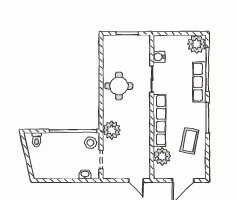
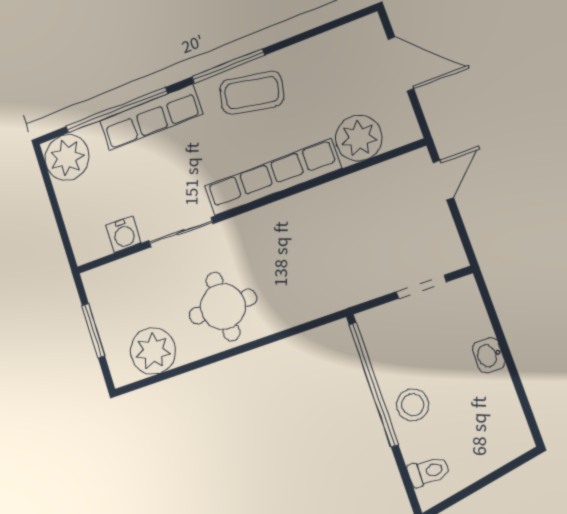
plant: (112, 130) -> (153, 351), moved
coffee table: (189, 141) -> (252, 93), moved
stool: (90, 143) -> (413, 405), moved
washbasin: (85, 174) -> (489, 355), moved

